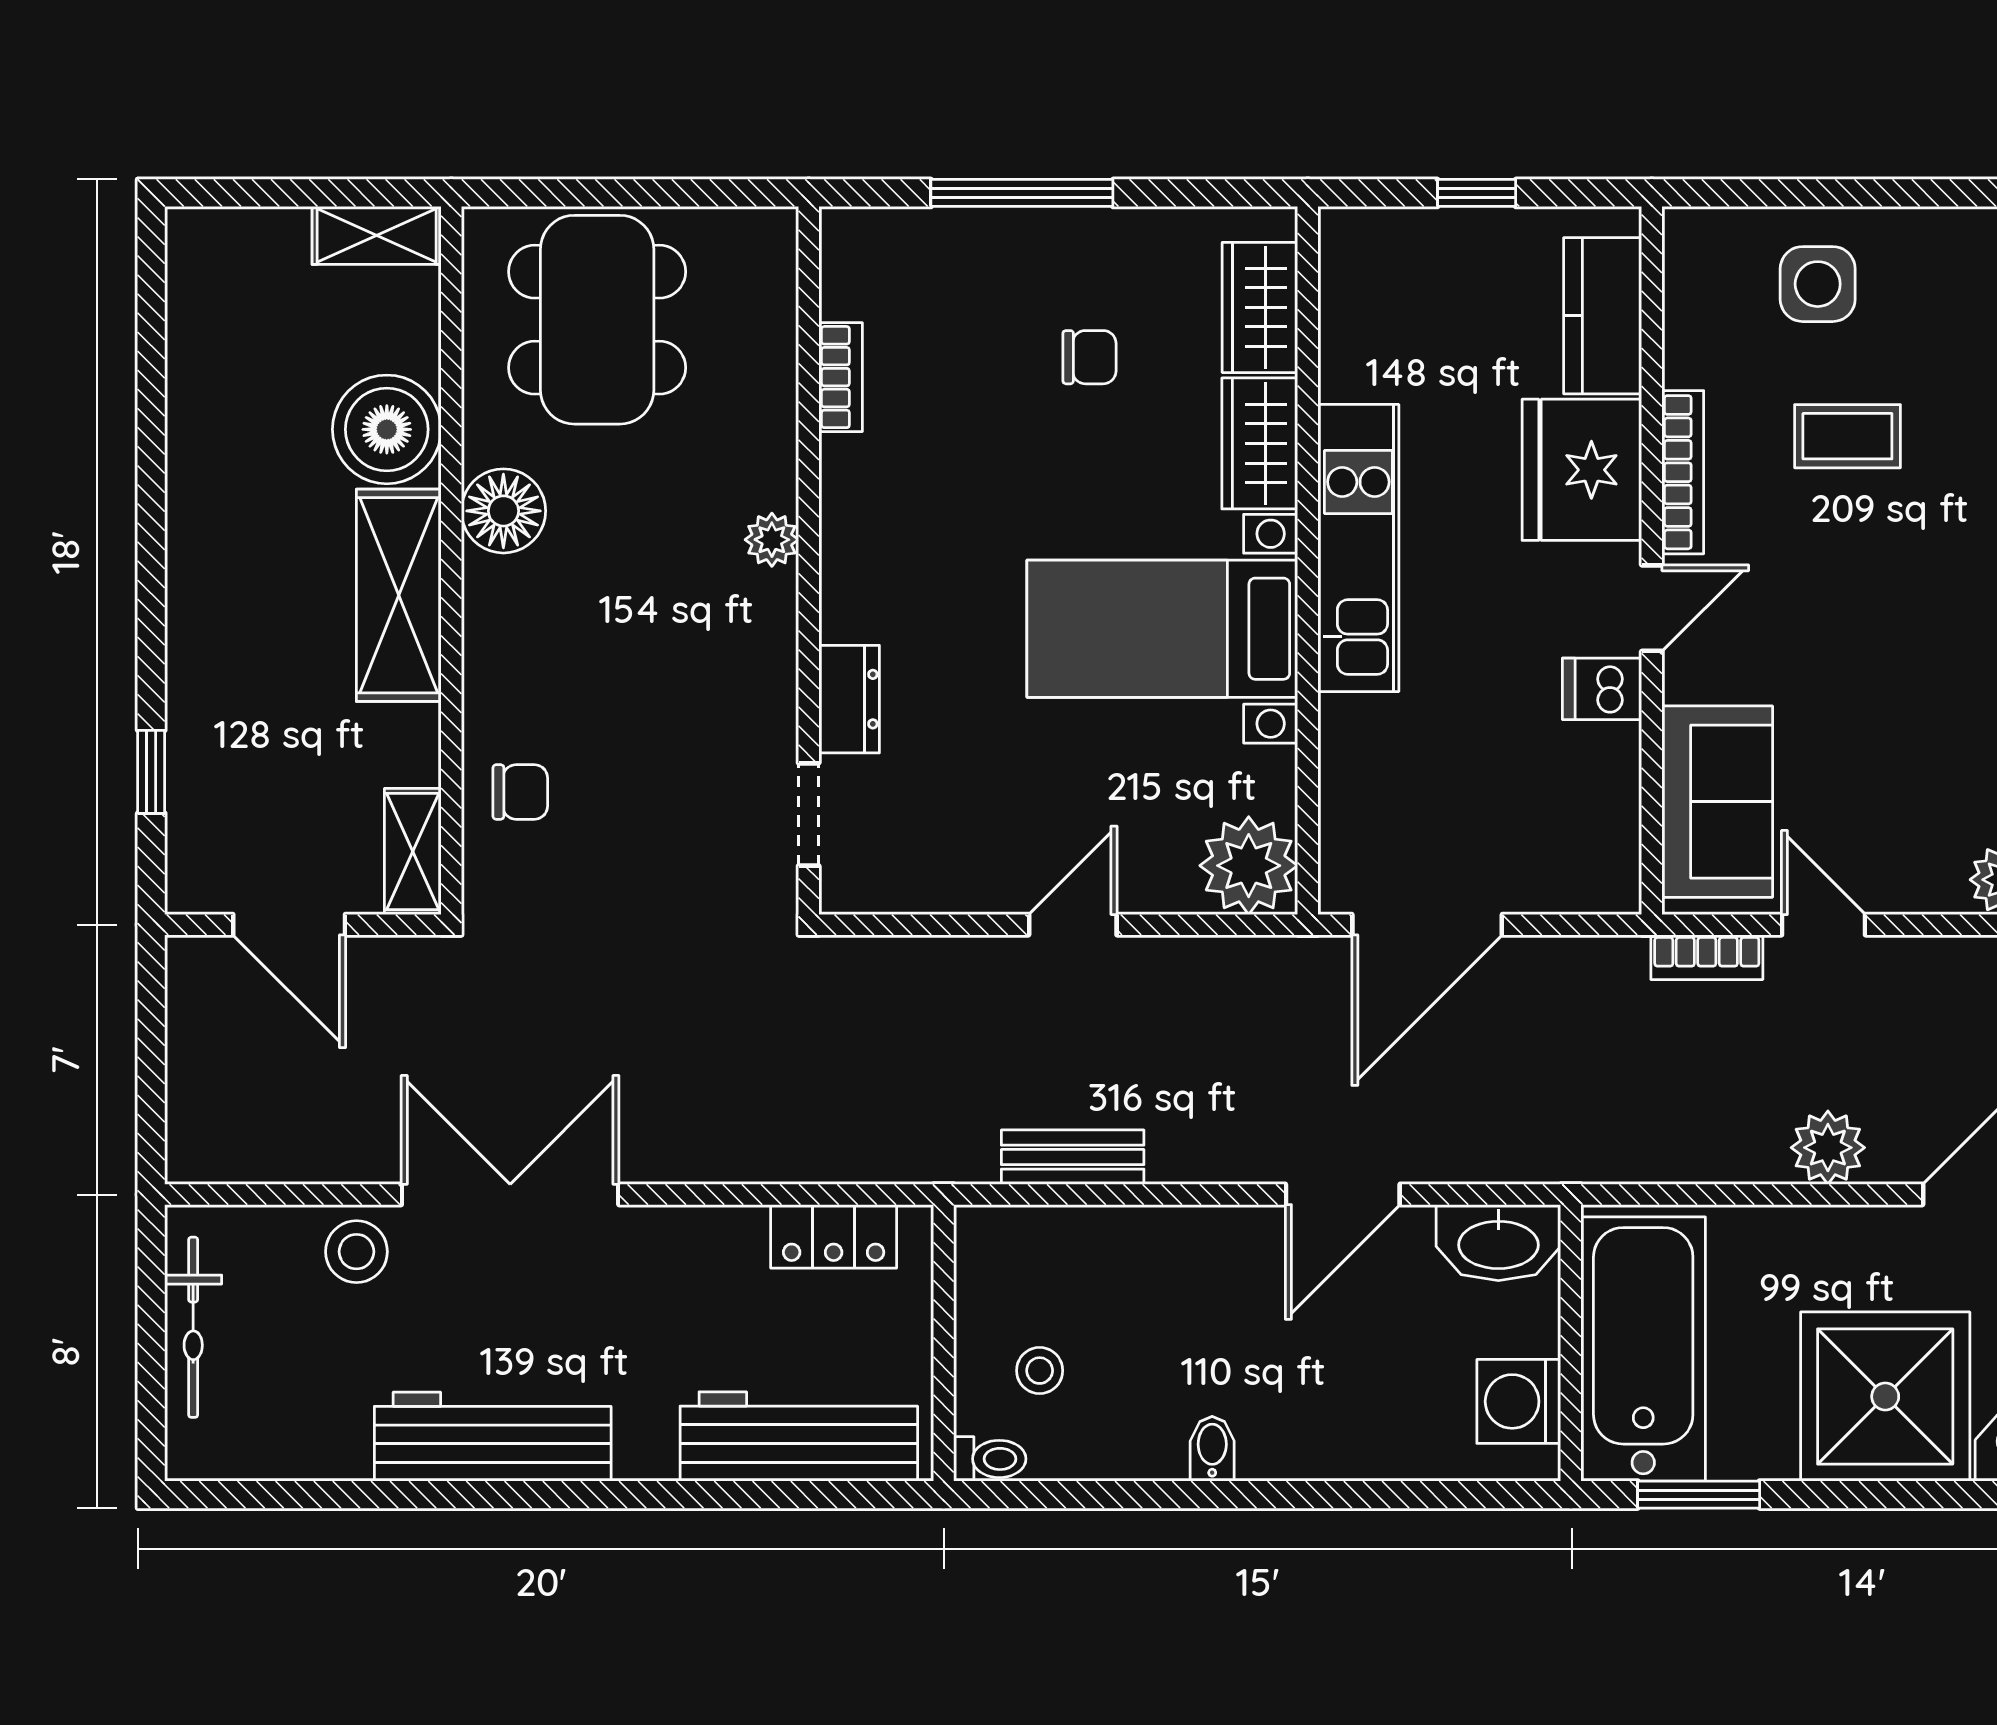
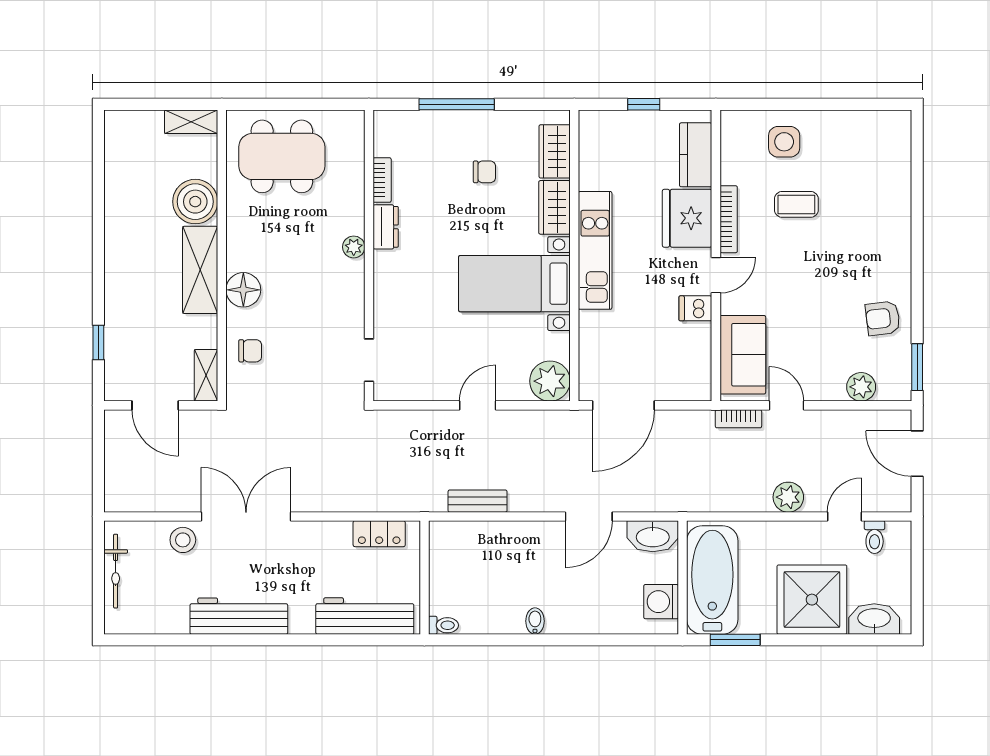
dining table: (597, 320) -> (282, 156), turned 90
floor lamp: (503, 511) -> (243, 290), moved
dresser: (849, 699) -> (386, 227), moved
stool: (1040, 1371) -> (464, 589), removed

